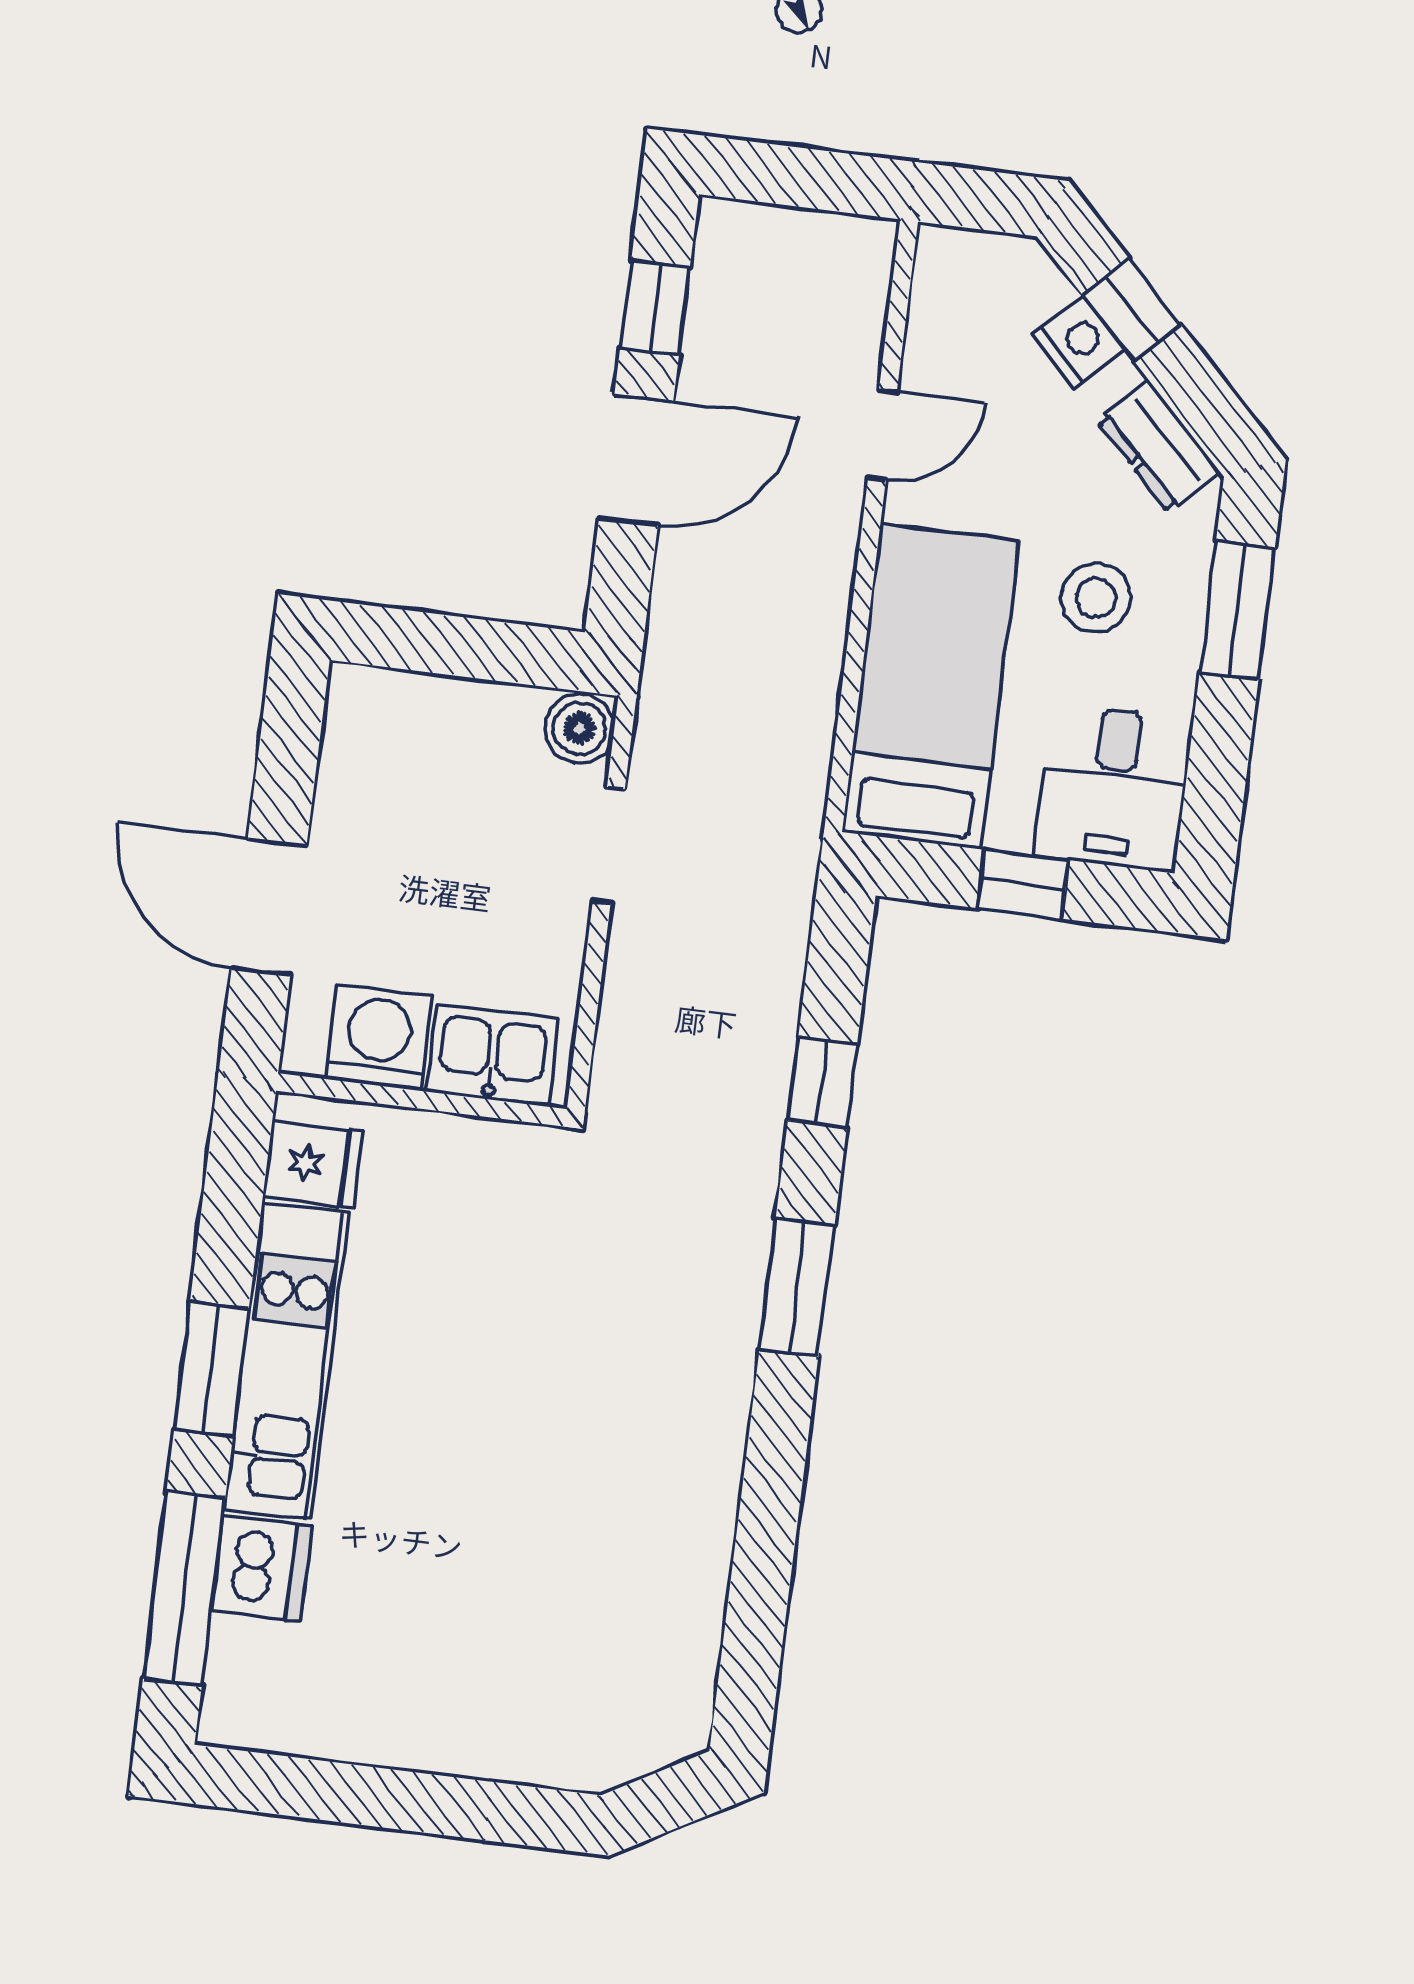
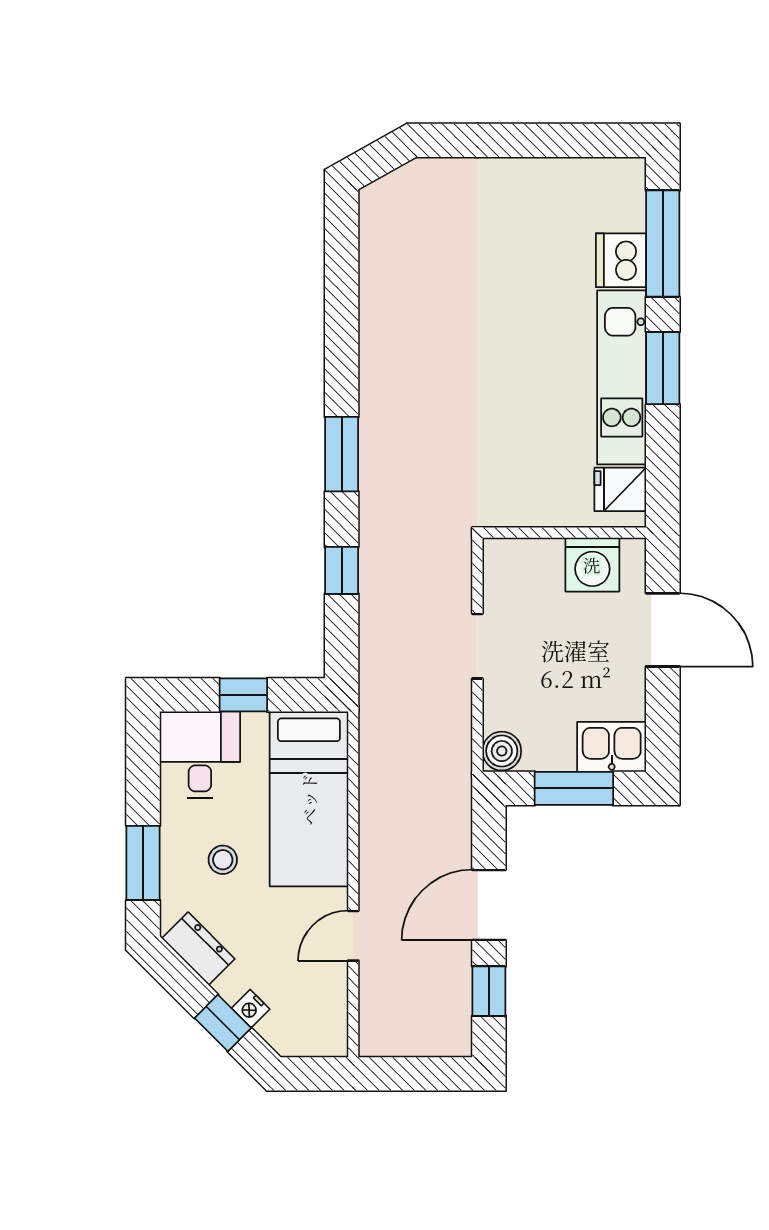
nightstand: (1079, 342) -> (251, 1009), width x0.72, depth x0.74
stool: (1096, 598) -> (223, 860), width x0.73, depth x0.73
window: (461, 647) -> (574, 788), added
doorway: (609, 845) -> (477, 646), moved
kitchen sink: (493, 1055) -> (612, 747), moved, turned 180

